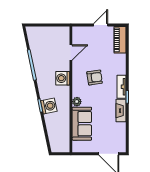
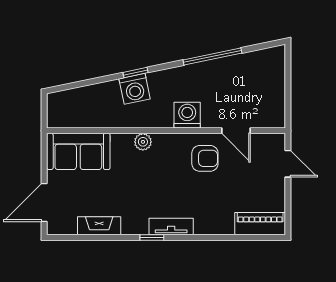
door: (101, 25) -> (288, 164), moved
armchair: (95, 77) -> (205, 158), moved, turned -82
fireplace: (121, 111) -> (99, 226), moved
sofa: (82, 124) -> (78, 151), moved

